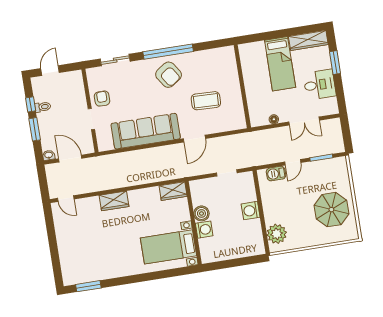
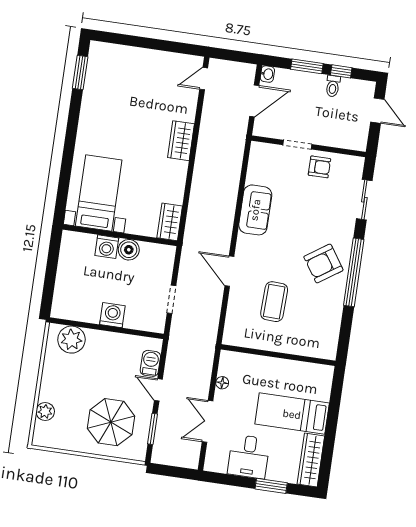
sofa: (146, 131) -> (255, 210), width x0.54, depth x0.79
parasol: (331, 210) -> (111, 422), moved
plant: (333, 236) -> (45, 412), added

